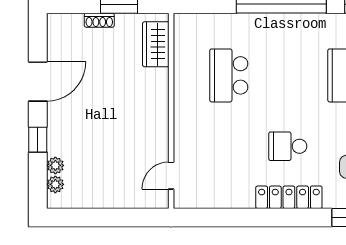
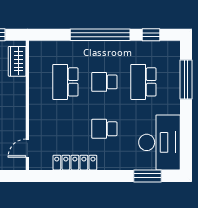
school desk: (288, 75) -> (104, 82), added
locker: (289, 197) -> (75, 163), moved

